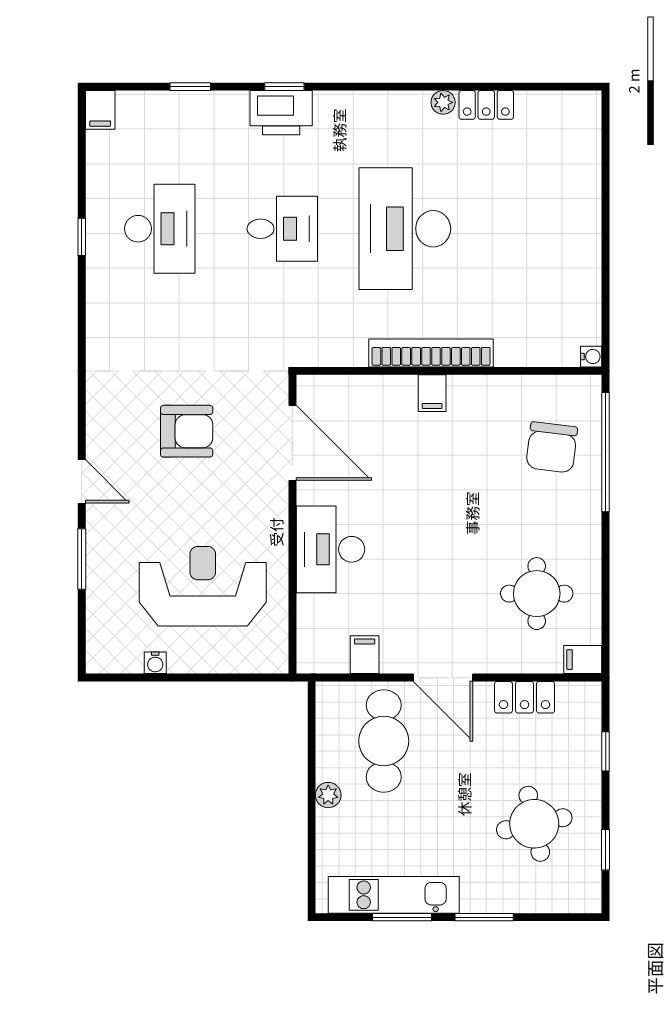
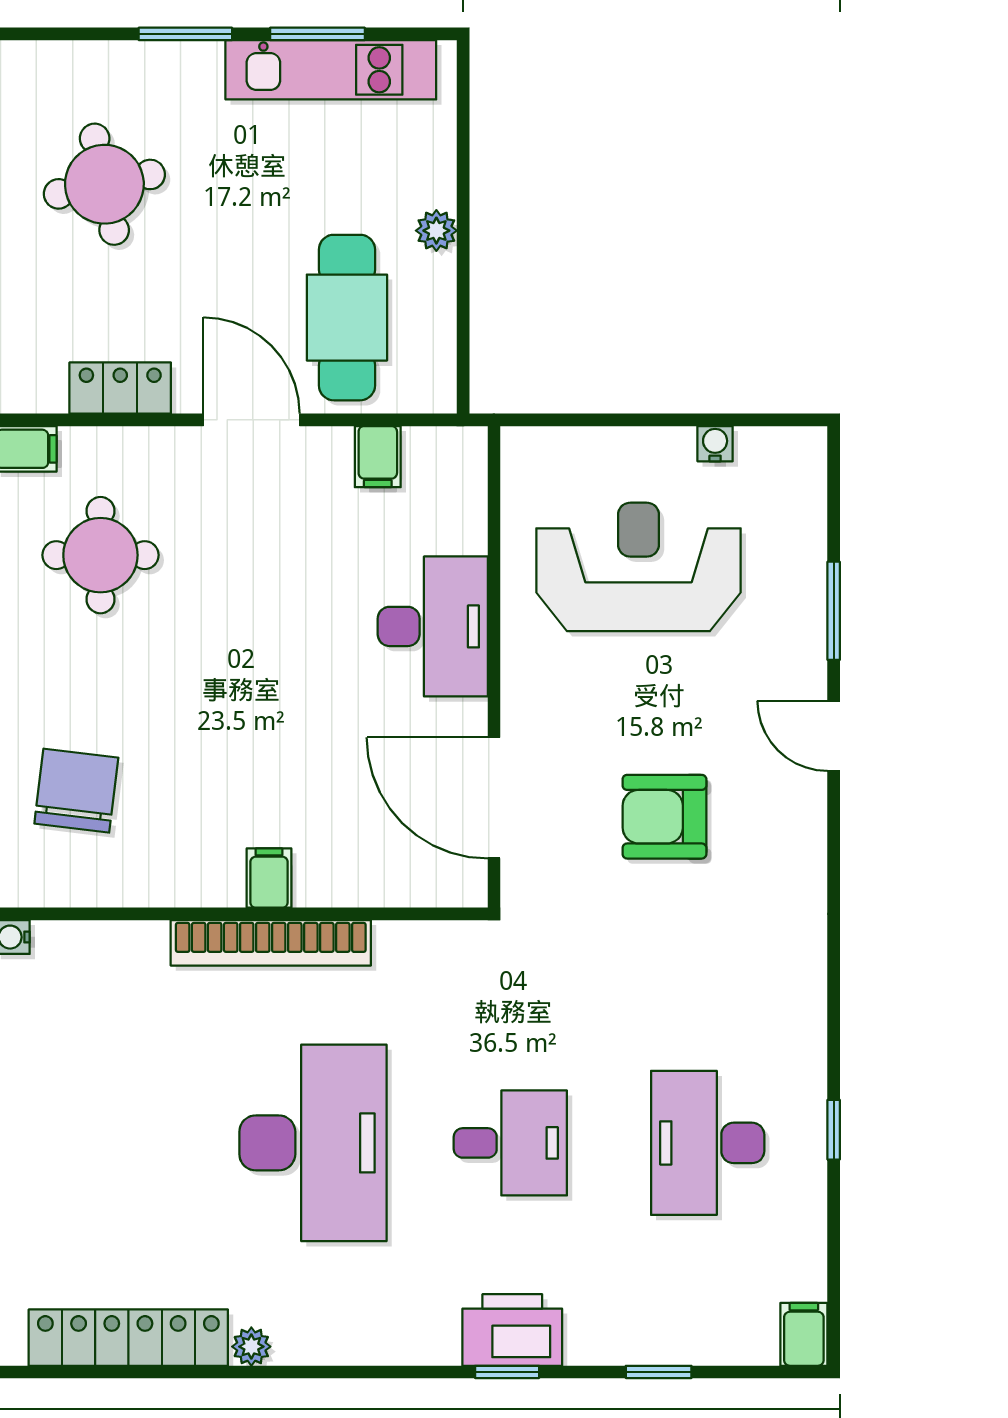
locker: (486, 105) -> (128, 1338), width x2.16, depth x1.21
desk: (282, 229) -> (510, 1143), turned 180
reception desk: (203, 586) -> (638, 567), turned 180

